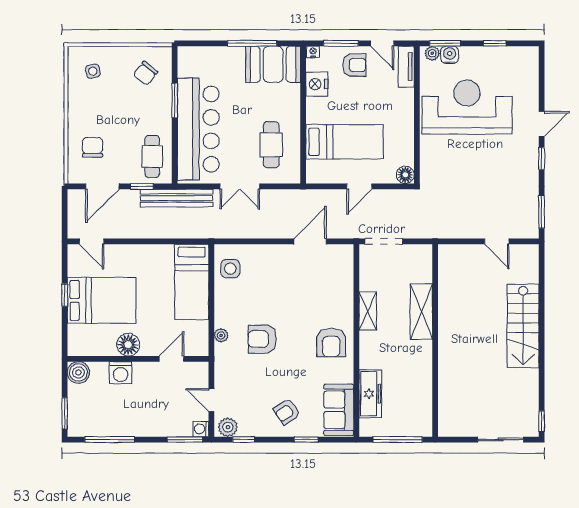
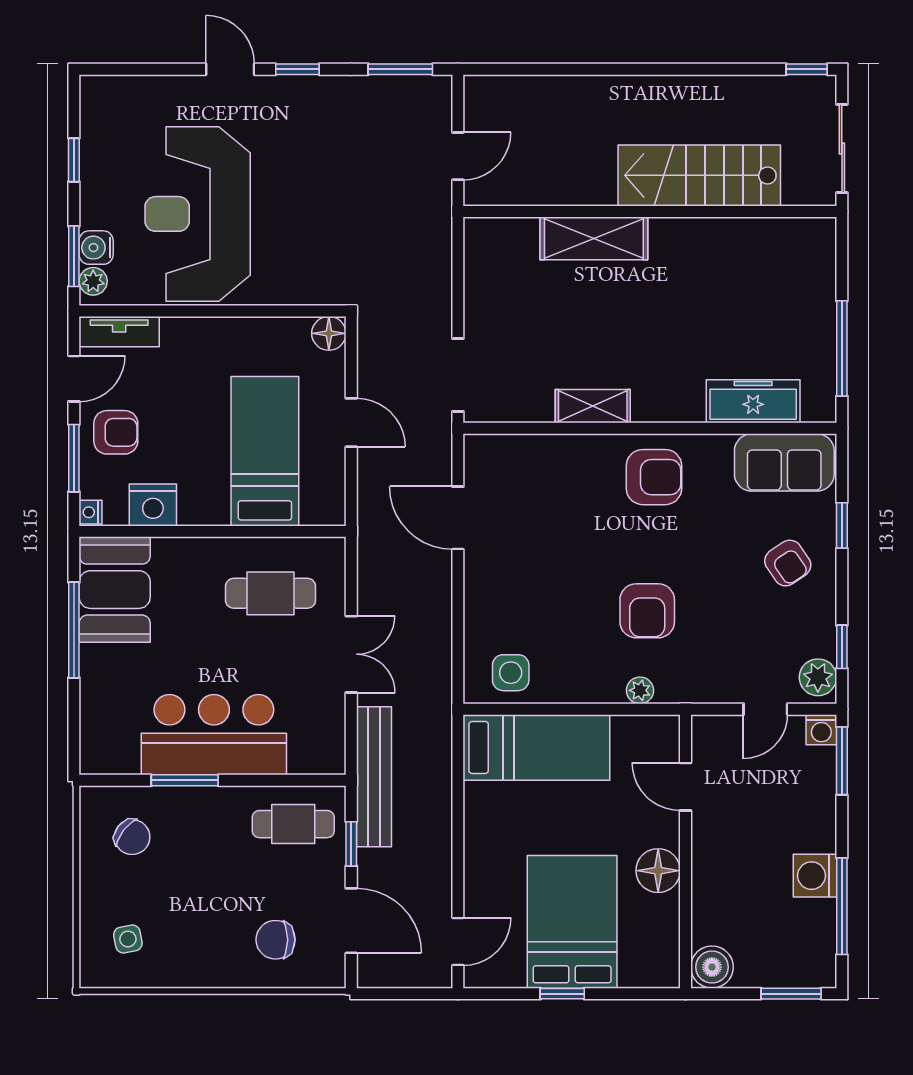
armchair: (354, 65) -> (116, 432), turned 90
bar counter: (198, 129) -> (214, 735), width x0.73
shelving: (421, 312) -> (594, 238), moved
stairs: (523, 326) -> (699, 175), moved, turned 180
wall: (435, 340) -> (650, 211), moved
washing machine: (121, 373) -> (815, 876), moved, turned 180

